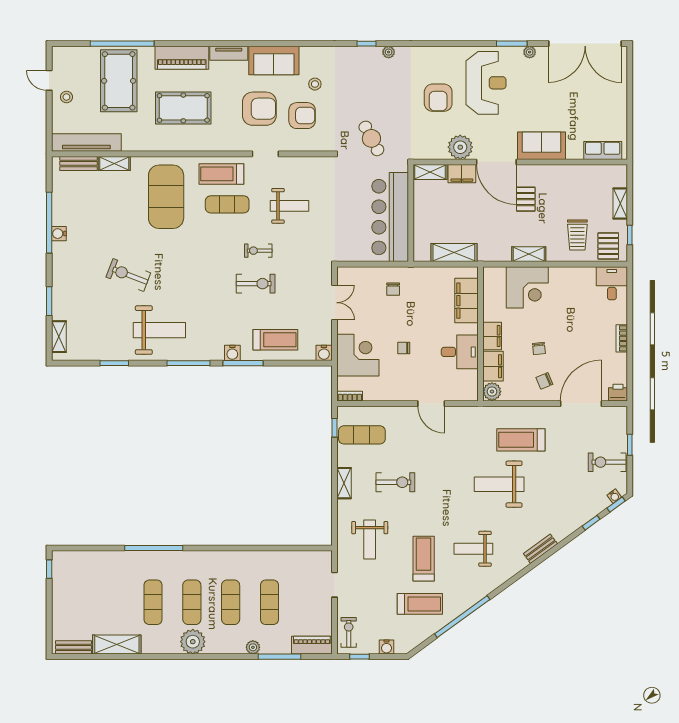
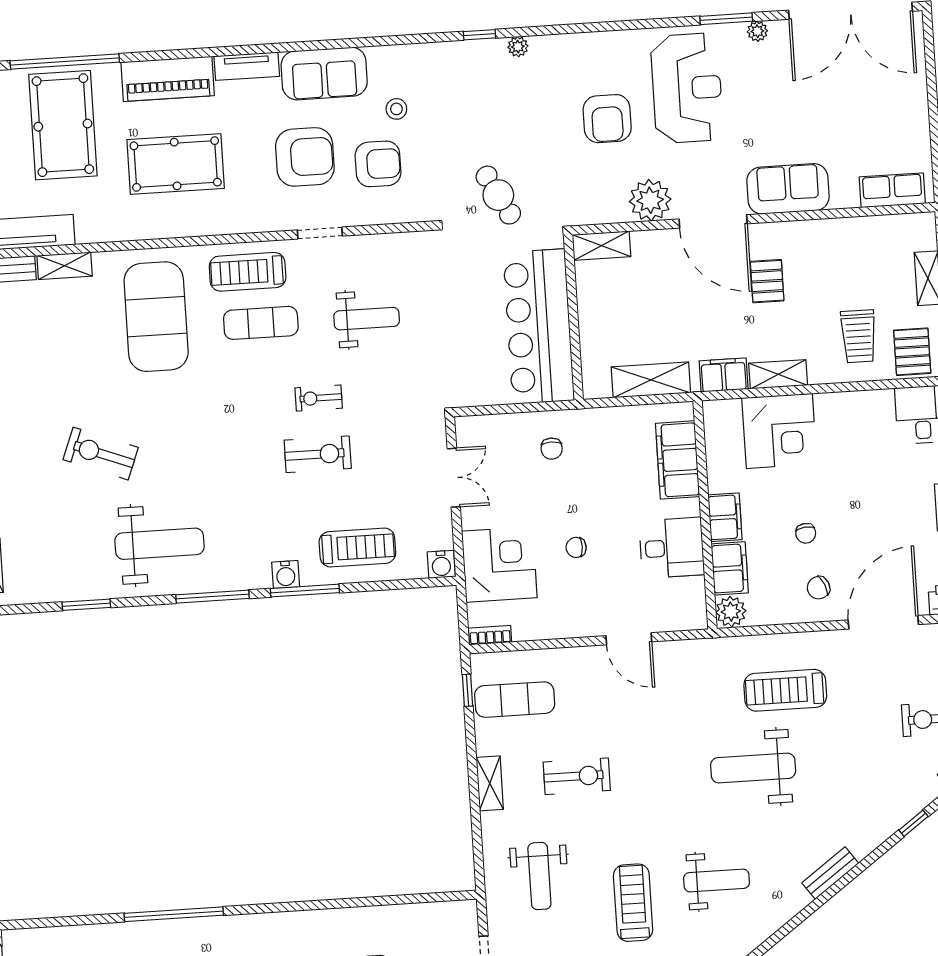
filing cabinet: (462, 174) -> (724, 375), moved, turned 180
weight bench: (473, 549) -> (717, 880), turned 180

